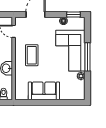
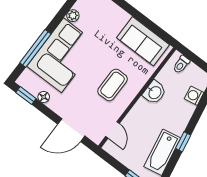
window: (88, 57) -> (35, 48), moved
sofa: (44, 91) -> (143, 41), moved

